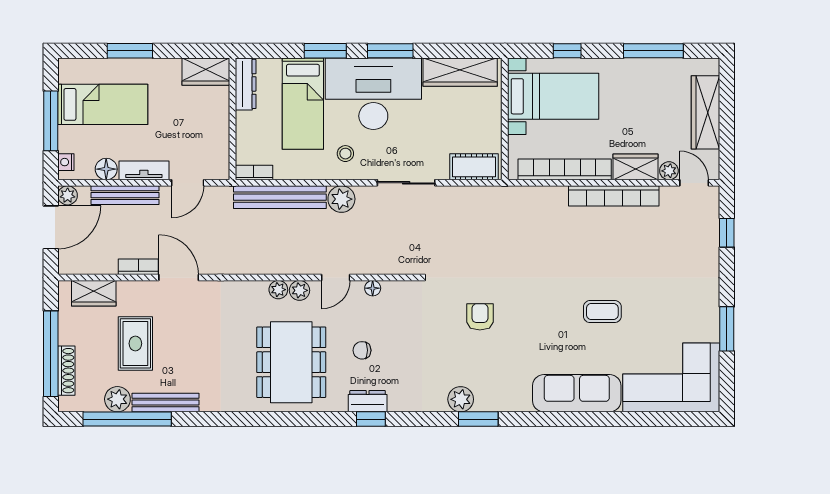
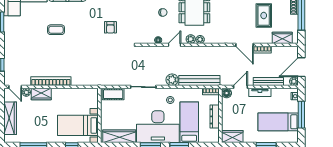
dresser: (246, 84) -> (215, 116), moved
floor lamp: (106, 169) -> (227, 93), moved
bookcase: (565, 169) -> (73, 93), removed

